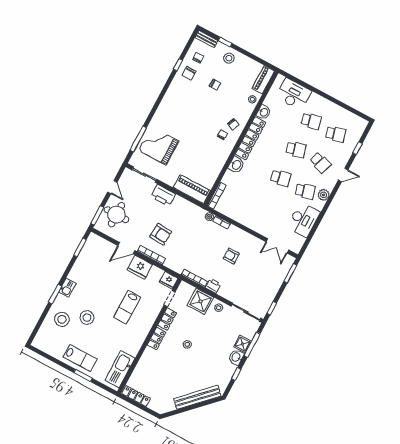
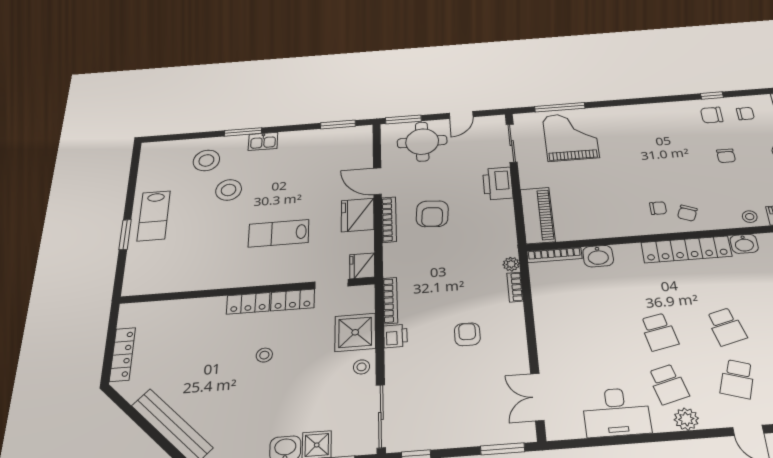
washbasin: (236, 165) -> (598, 256), moved
kitchen sink: (120, 369) -> (163, 280), removed
locker: (136, 396) -> (122, 354), moved

